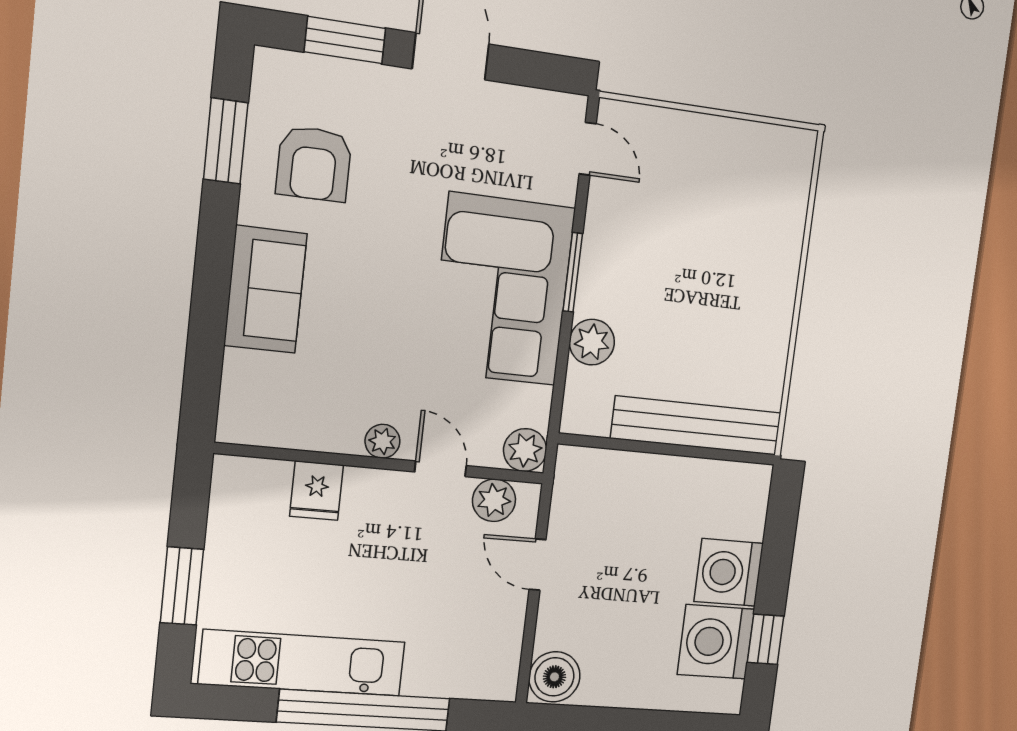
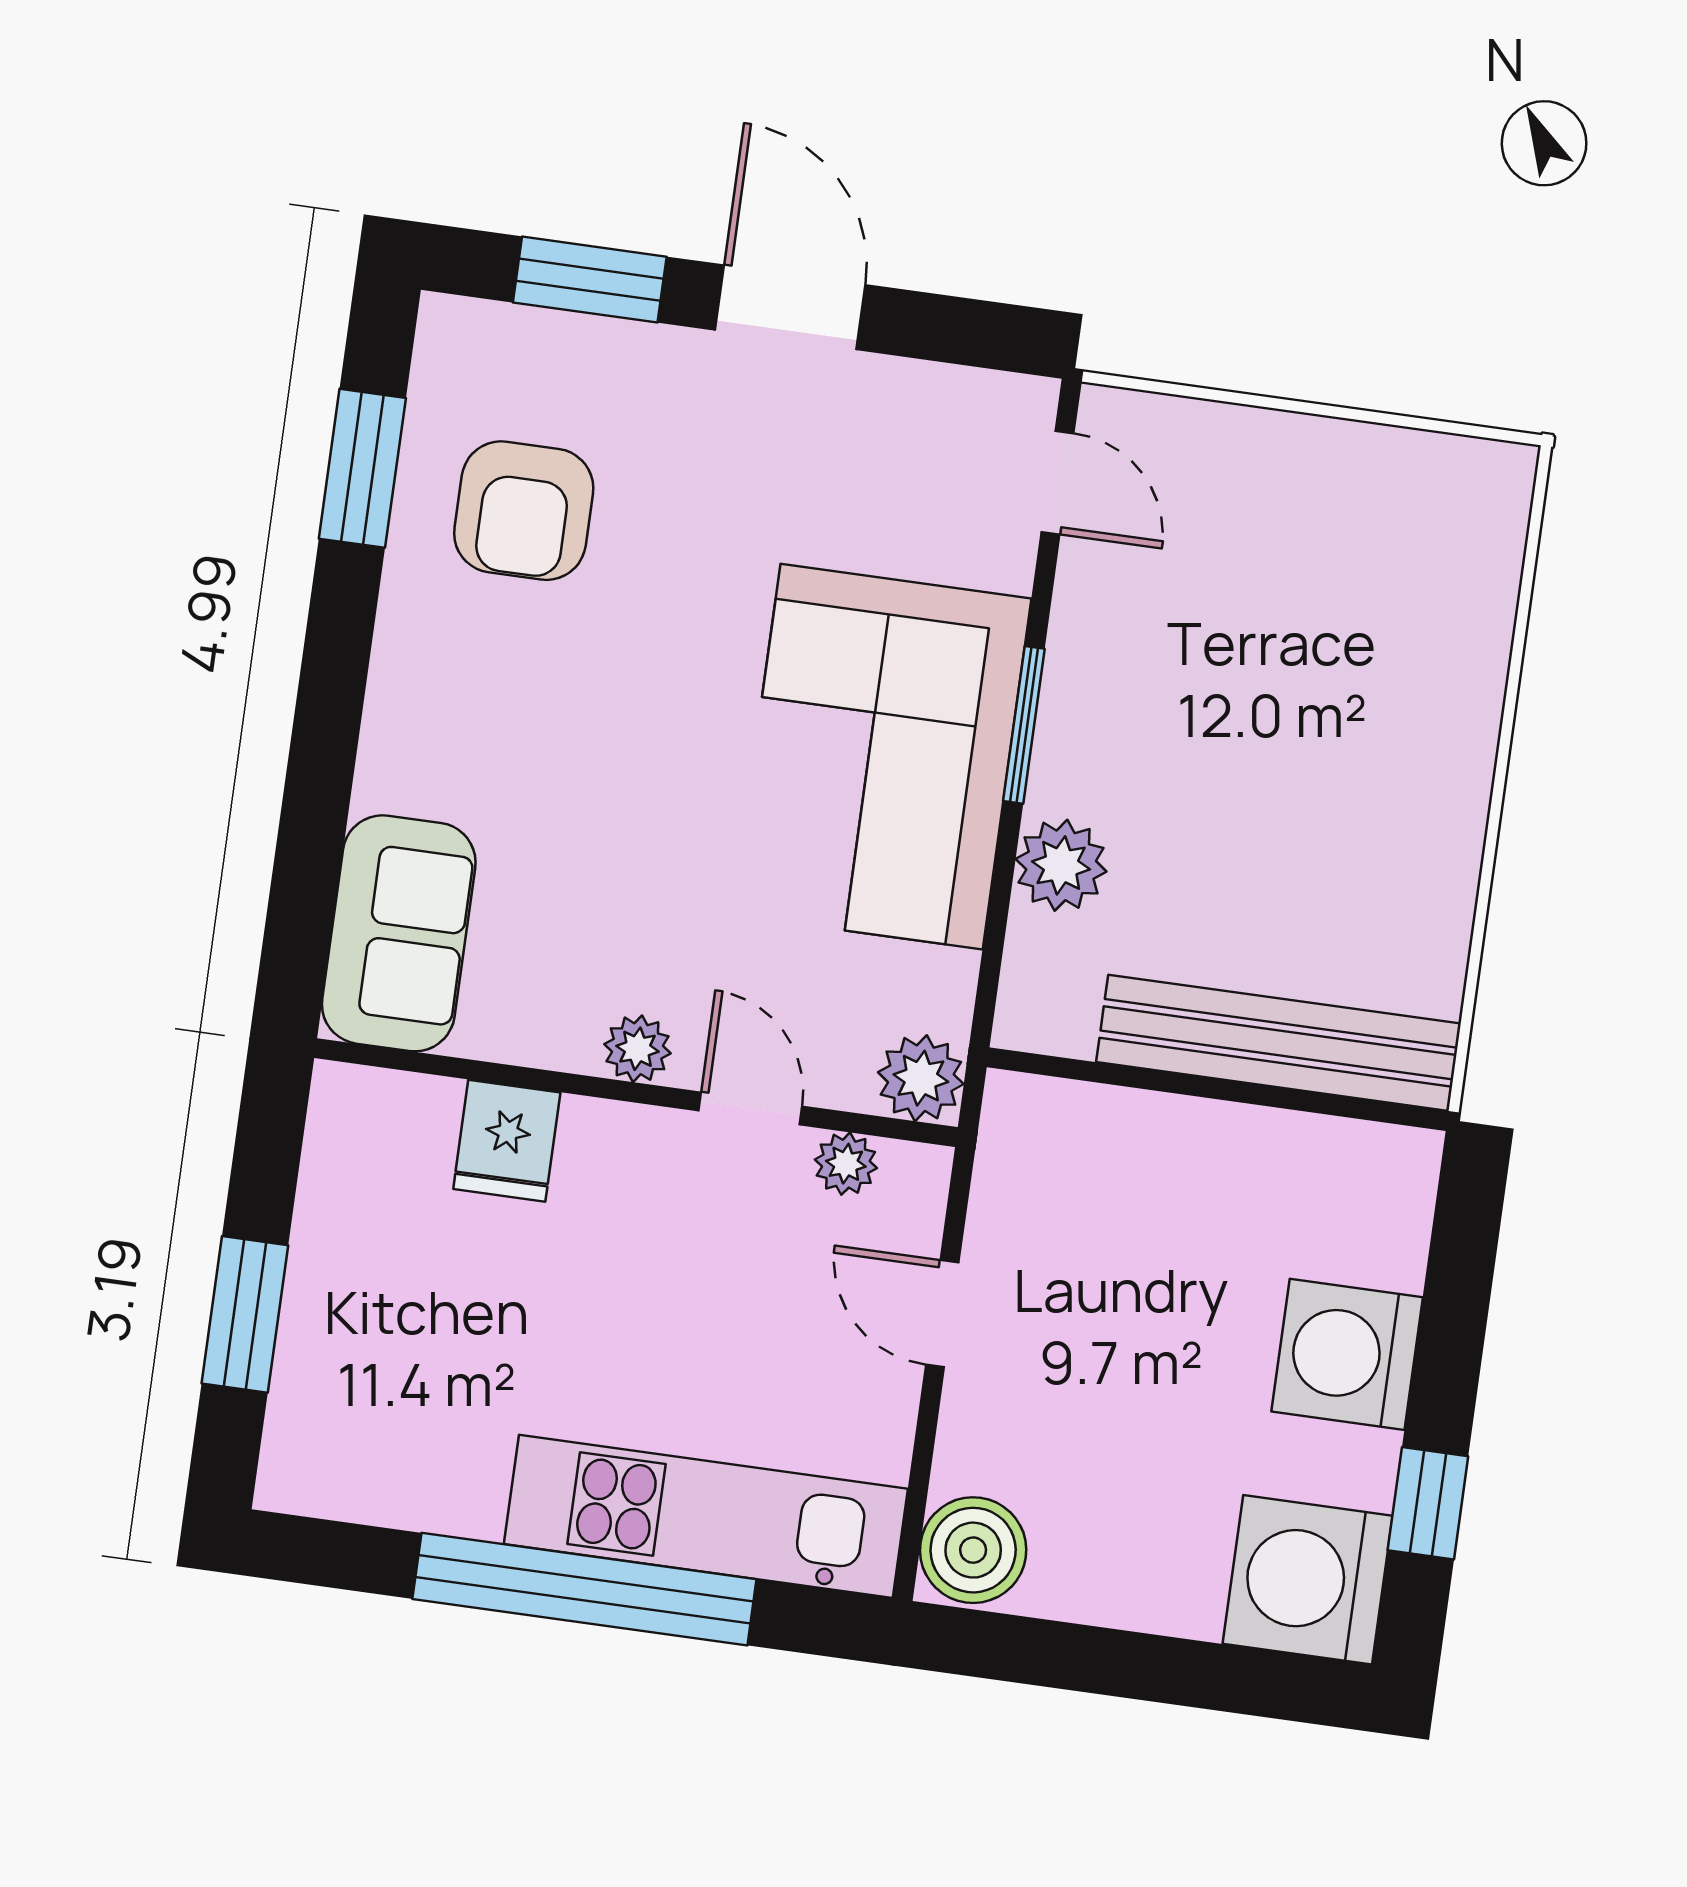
sofa: (265, 290) -> (399, 933), moved
plant: (494, 500) -> (846, 1164), width x0.73, depth x0.73
washing machine: (716, 642) -> (1308, 1580), moved
kitchen unit: (302, 663) -> (706, 1516), moved

